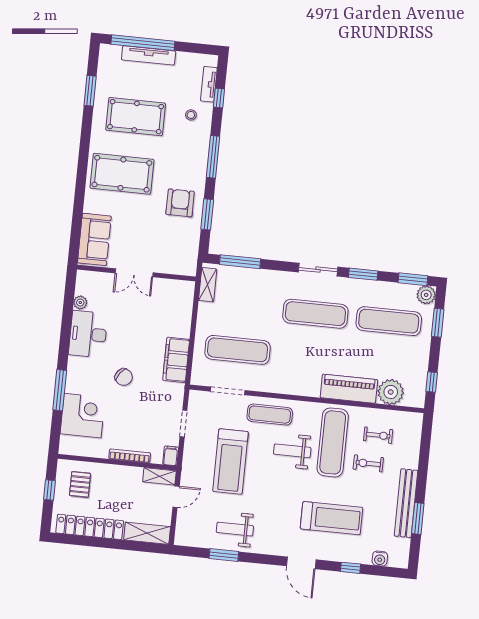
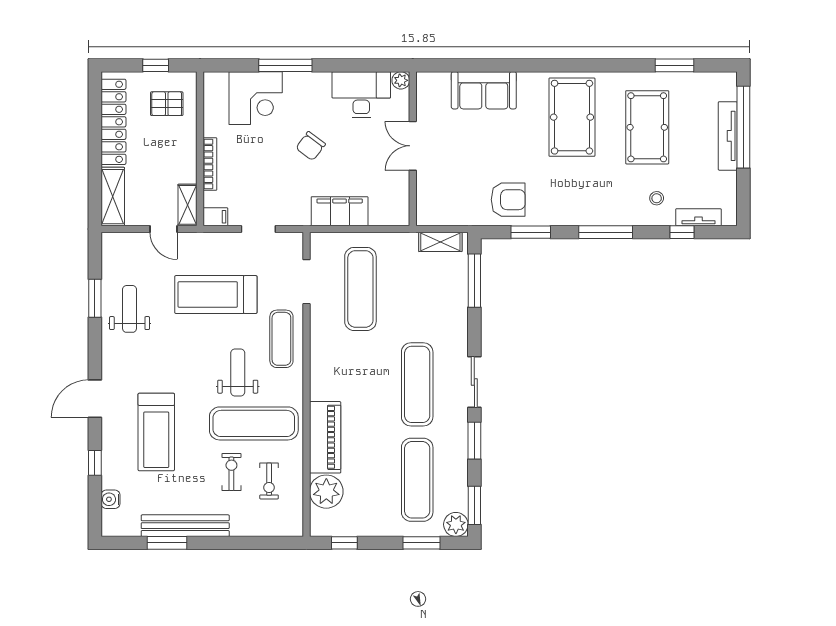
armchair: (180, 203) -> (508, 200), moved
double door: (134, 273) -> (413, 146), moved
wall: (136, 273) -> (413, 149), moved

